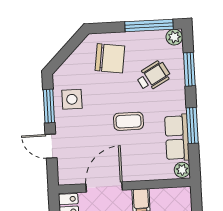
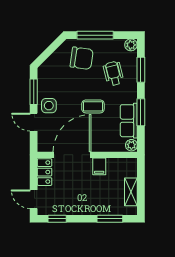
window: (149, 25) -> (95, 35), moved
wheelchair: (153, 76) -> (113, 73), turned -75
side table: (72, 99) -> (49, 106), moved
door: (104, 187) -> (72, 155), width x1.36

